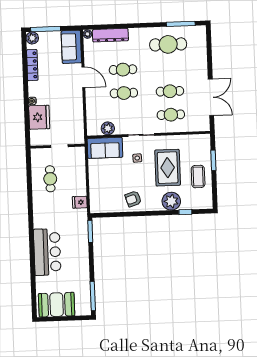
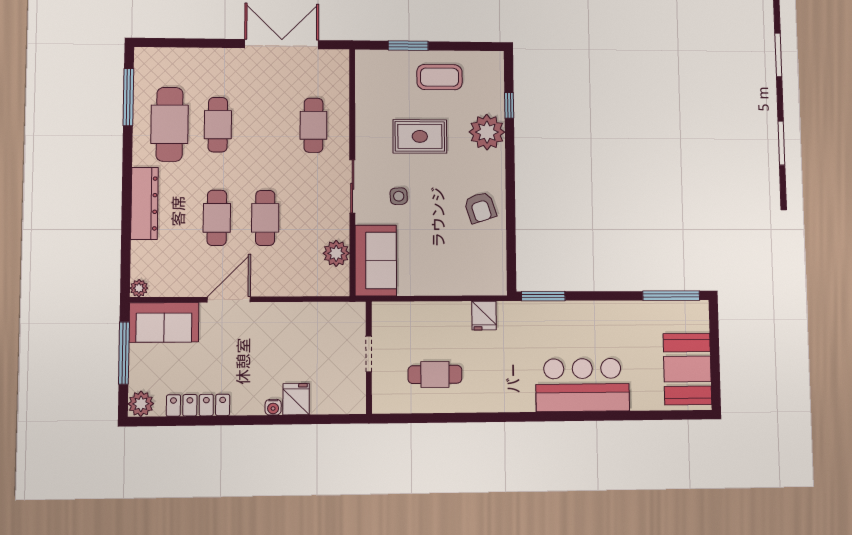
window: (46, 29) -> (124, 353), moved
dresser: (110, 35) -> (145, 203), moved
cafe table: (170, 91) -> (218, 125), moved
fridge: (39, 117) -> (296, 399), width x0.53, depth x0.75
rug: (168, 168) -> (420, 136), width x0.73, depth x0.70

